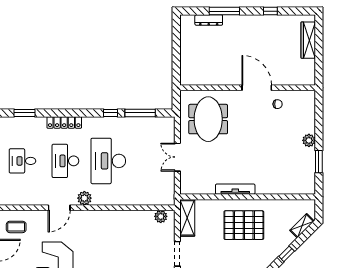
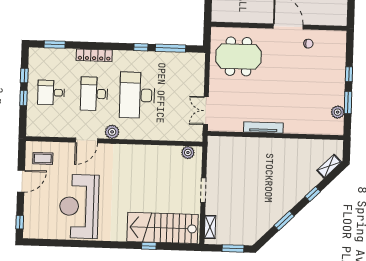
meeting table: (208, 119) -> (238, 56), turned 90
window: (319, 133) -> (349, 74), added
plant: (309, 140) -> (338, 112), moved
double door: (177, 157) -> (206, 111), moved
shelving: (187, 218) -> (214, 155), removed
pallet: (244, 225) -> (271, 164), removed

